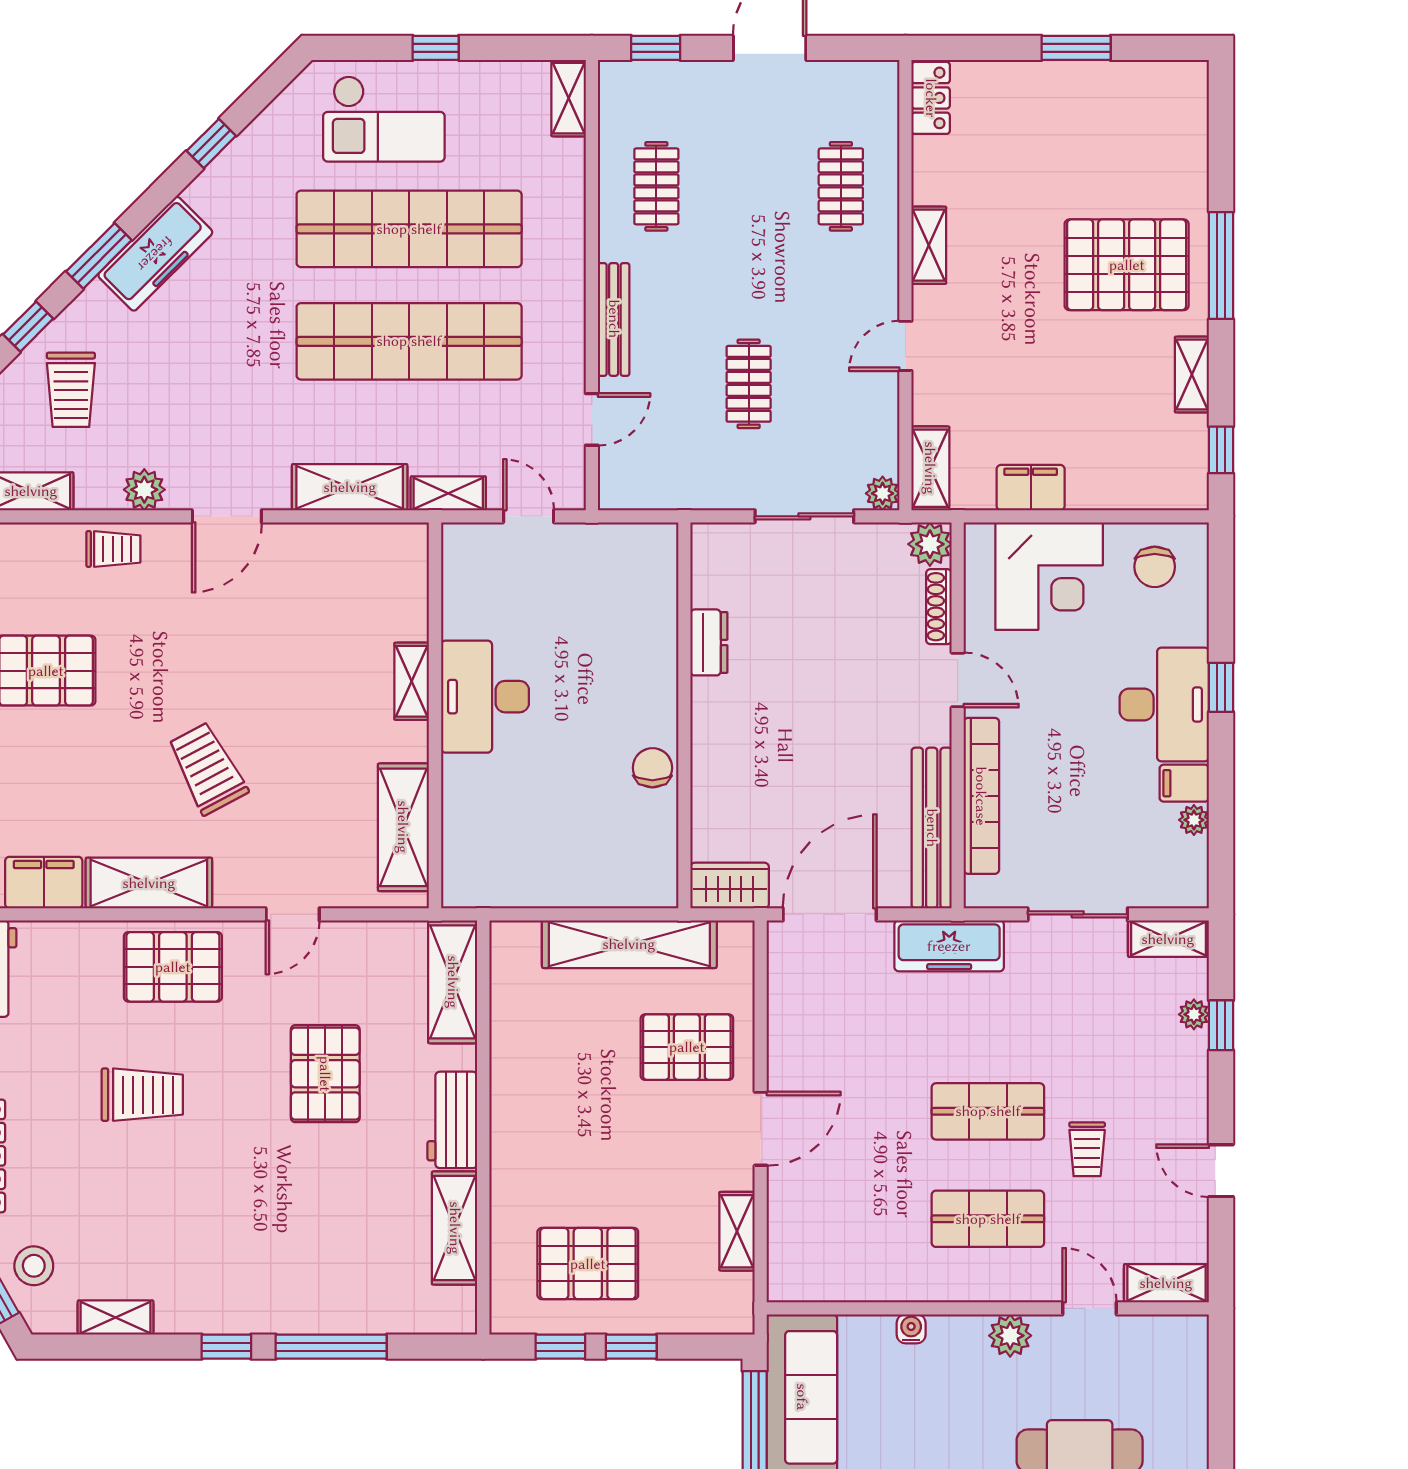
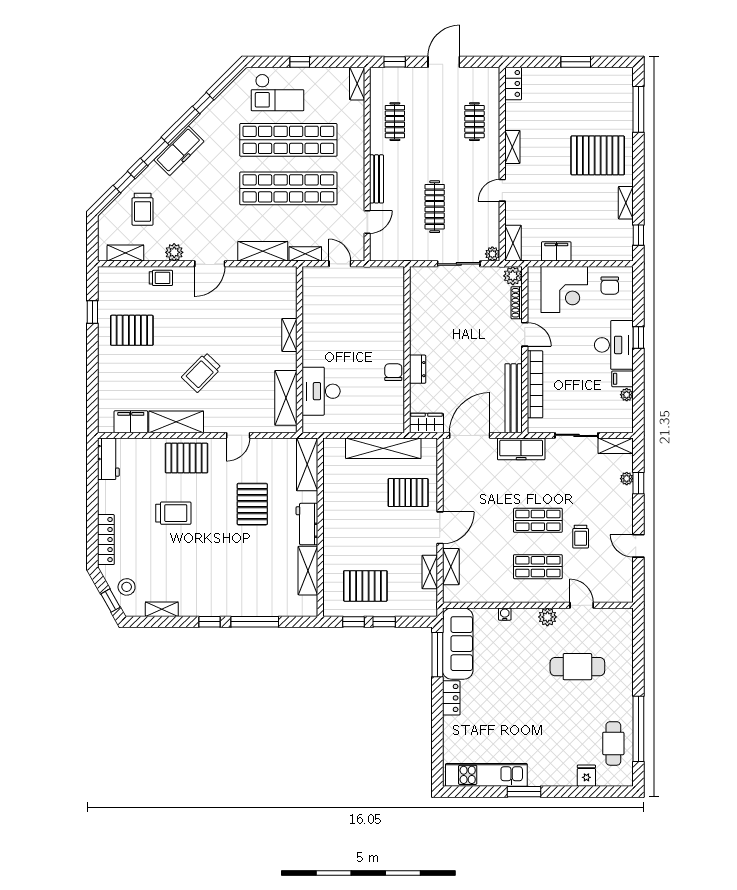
window: (1221, 266) -> (638, 109), moved
clothes rail: (749, 384) -> (435, 207), width x1.36
dresser: (709, 642) -> (418, 369), moved
desk: (485, 697) -> (321, 391), moved
trolley: (207, 768) -> (201, 372), turned -108
shelving: (1166, 1283) -> (451, 567), moved, turned 90

